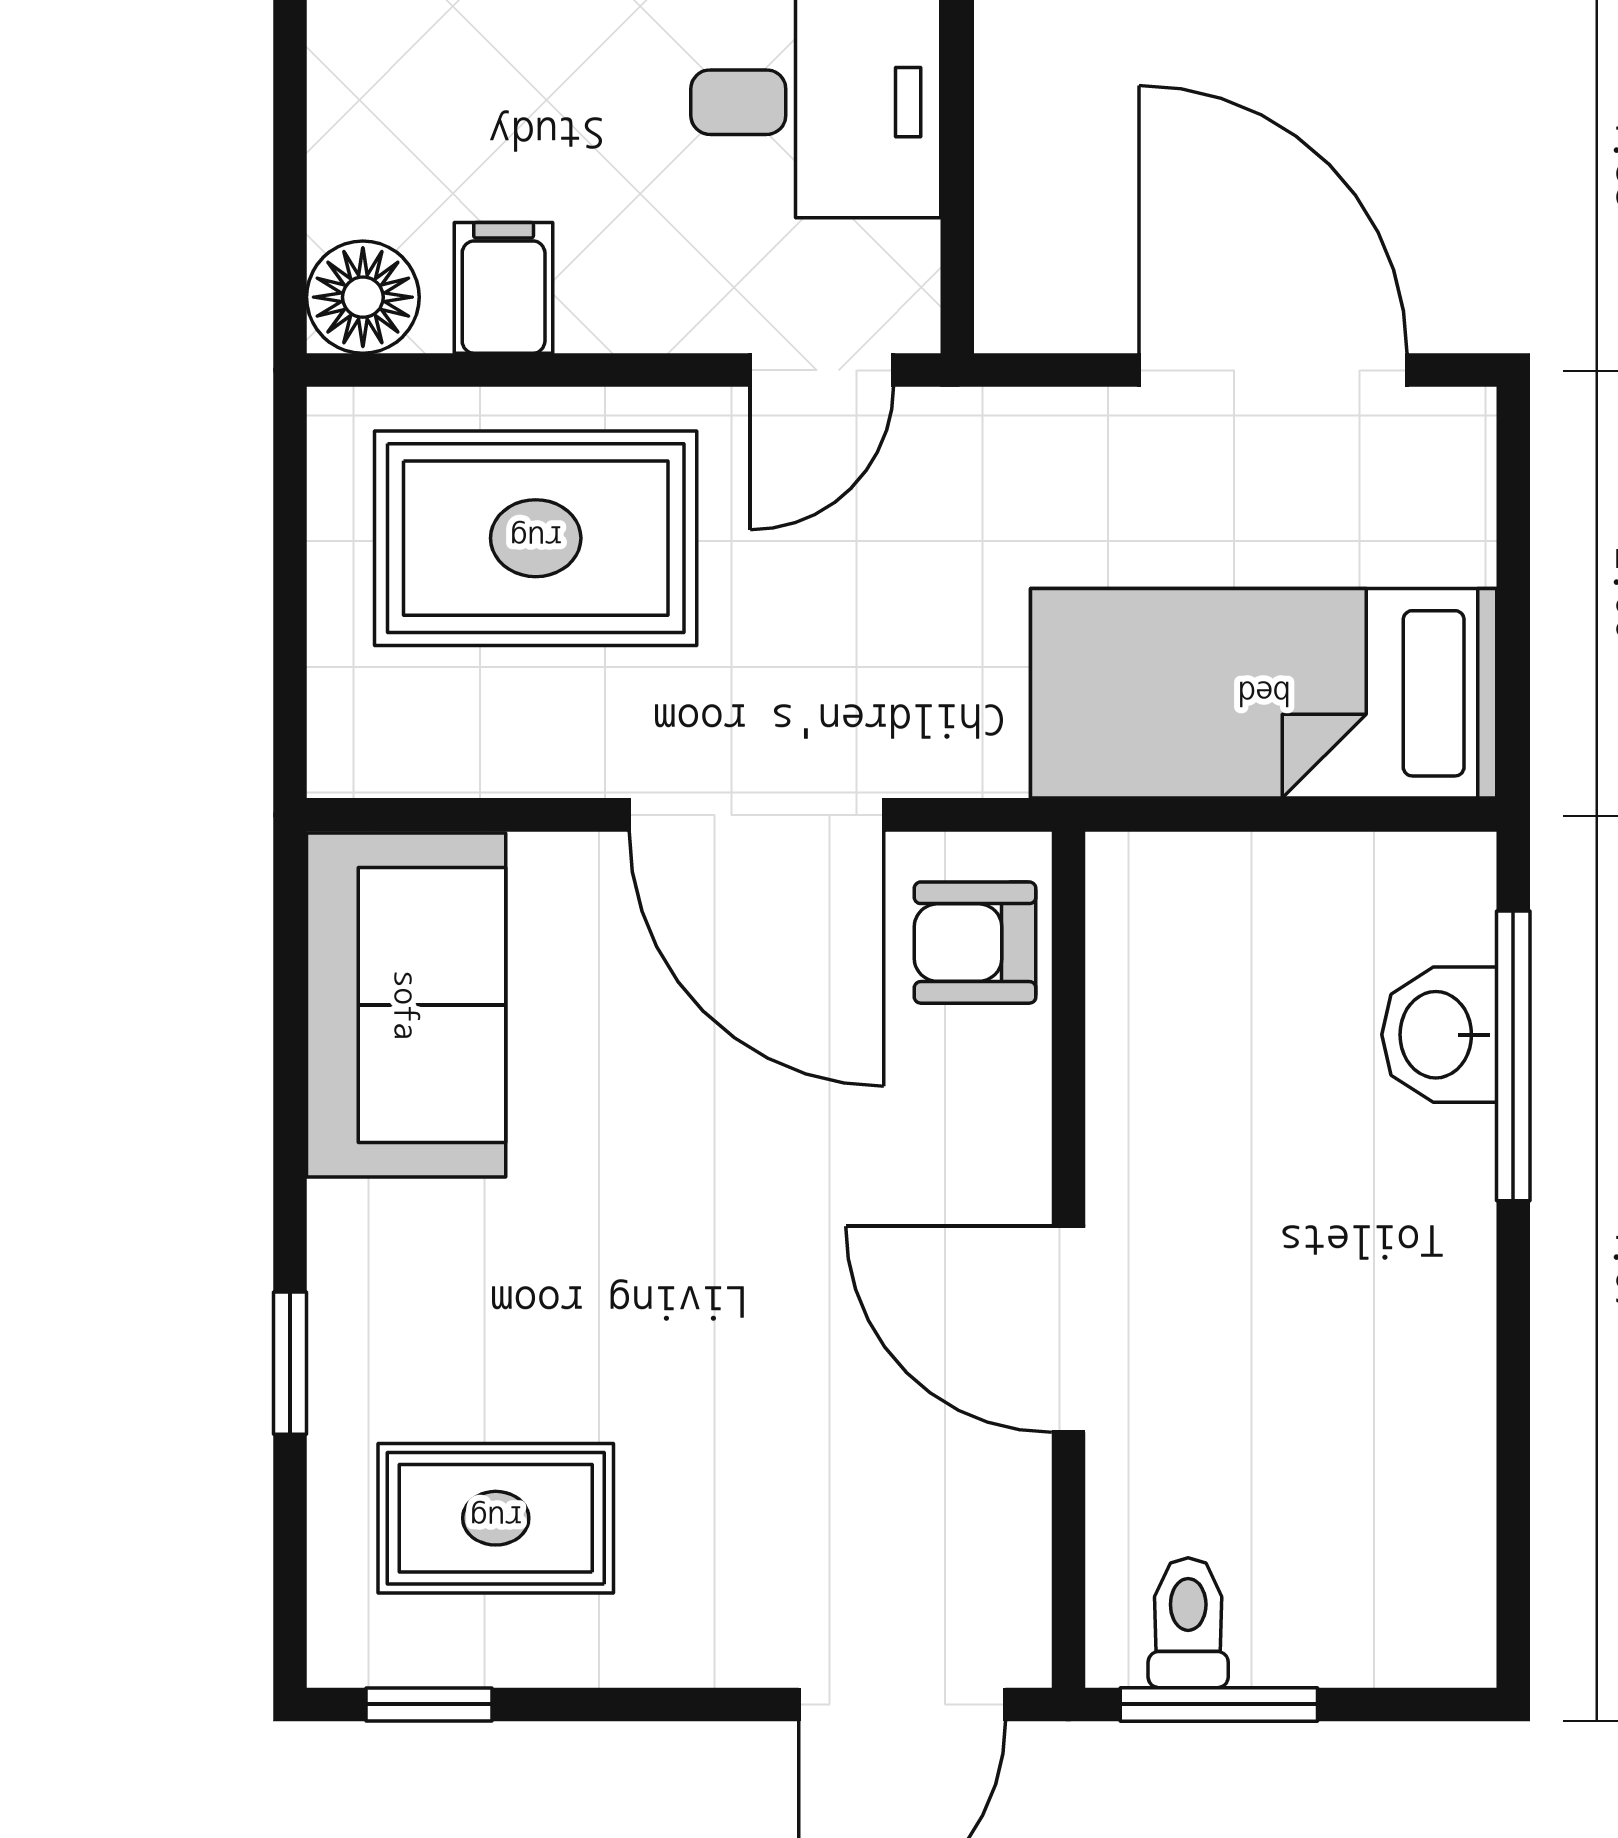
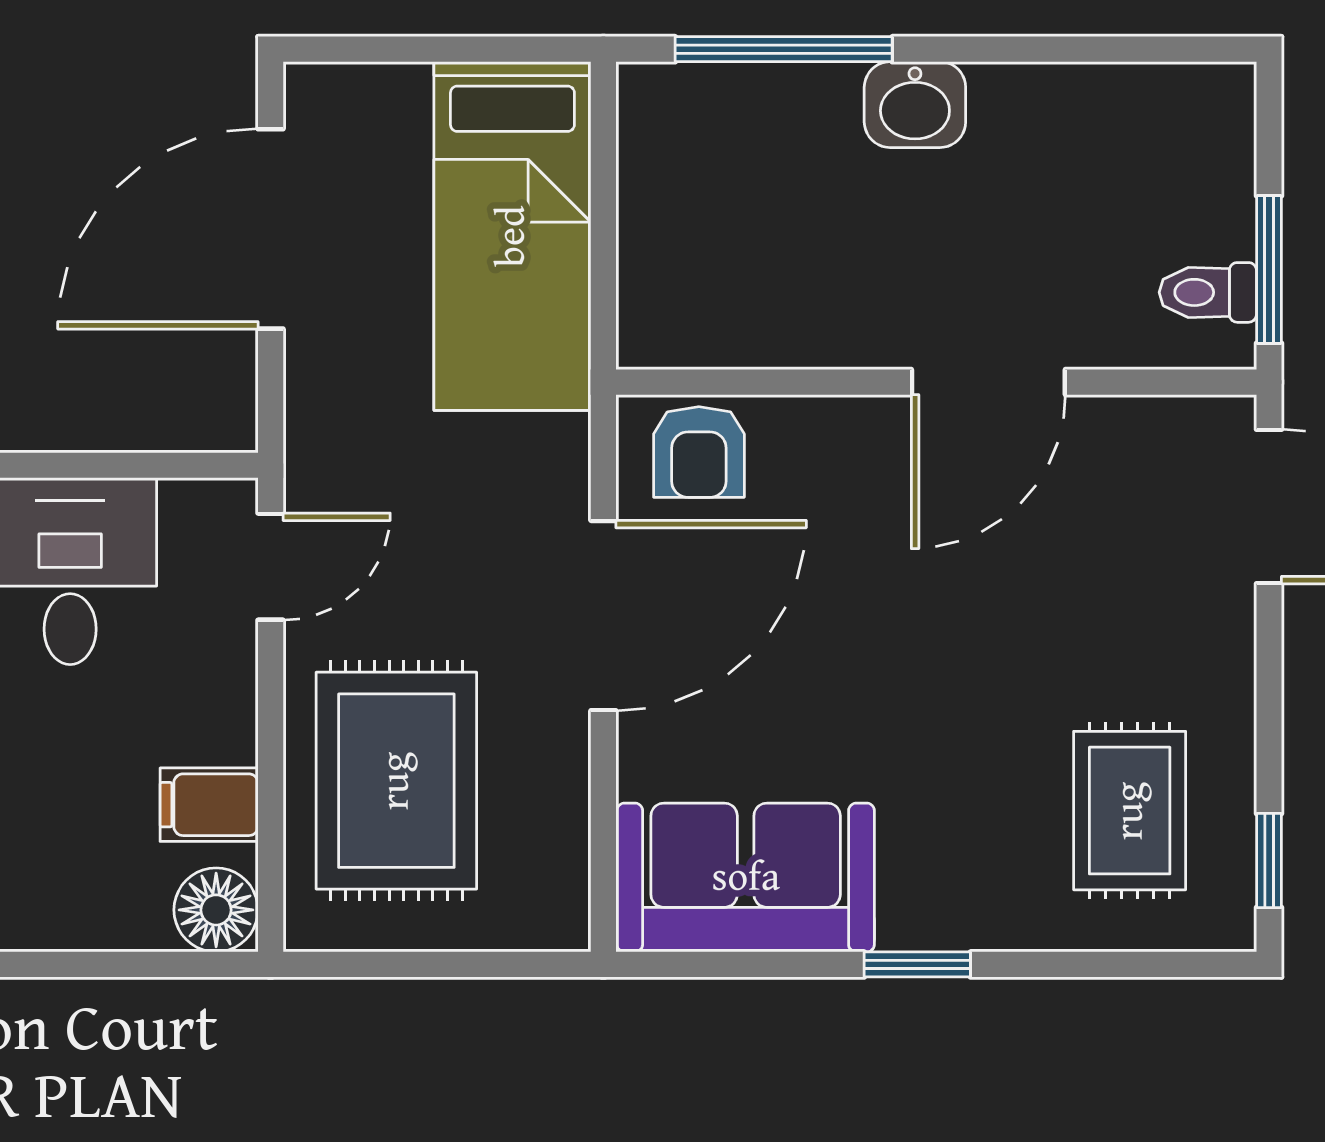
door: (822, 370) -> (271, 567), hinge flipped
washbasin: (1439, 1035) -> (915, 105), moved
window: (290, 1363) -> (917, 964), moved

